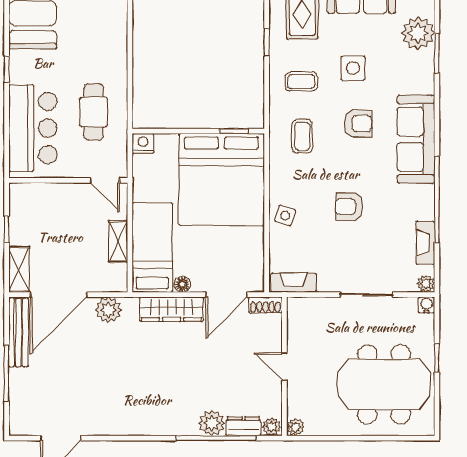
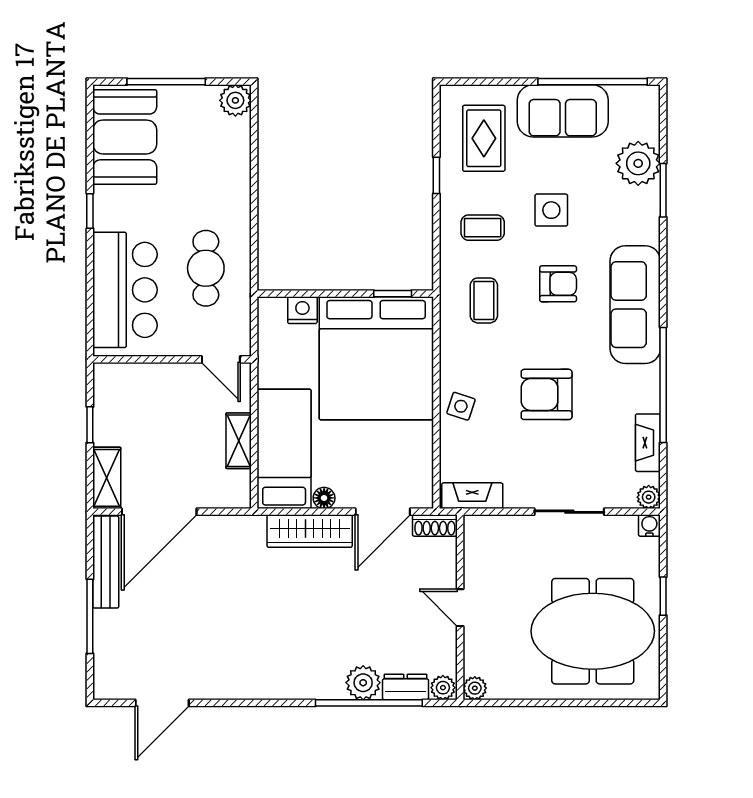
nightstand: (143, 143) -> (302, 310), moved
armchair: (349, 207) -> (547, 394), width x1.38, depth x1.38
plant: (109, 310) -> (226, 532), removed

